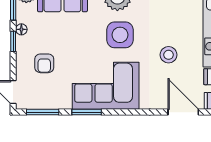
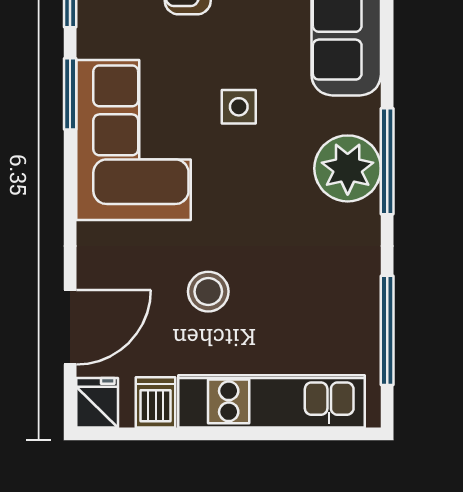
side table: (120, 35) -> (239, 107), moved, width x0.54, depth x0.54

